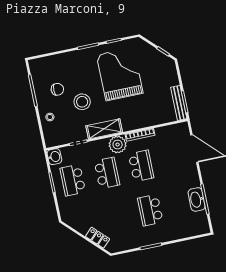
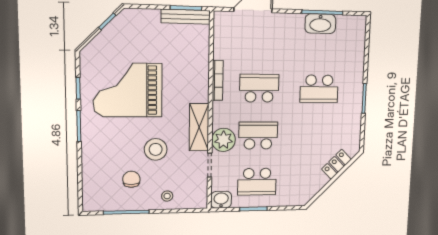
plant: (118, 145) -> (223, 140), moved

